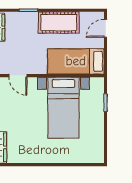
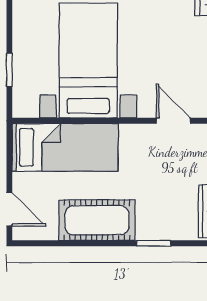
door: (106, 28) -> (9, 209), hinge flipped

